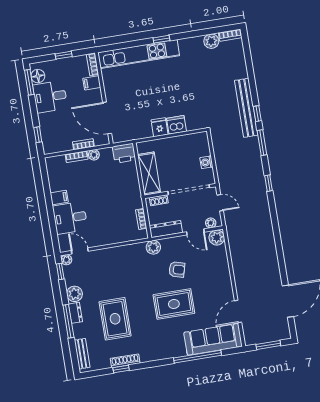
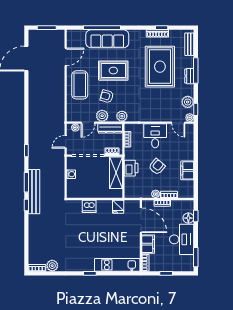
kitchen unit: (139, 54) -> (117, 265), width x0.73
floor lamp: (38, 76) -> (188, 218), moved
filing cabinet: (92, 83) -> (148, 244), width x2.00
desk: (50, 97) -> (182, 239), width x1.37
bench: (246, 108) -> (34, 192), moved
fridge: (160, 127) -> (118, 207), moved
printer: (124, 153) -> (131, 168), moved, turned 90
armchair: (98, 190) -> (157, 167), added
filing cabinet: (59, 198) -> (187, 170), width x2.00
door: (220, 203) -> (66, 142), hinge flipped
desk: (70, 218) -> (155, 136), moved, turned -90
door: (195, 232) -> (88, 123), swing flipped
plant: (217, 238) -> (102, 116), moved
coffee table: (214, 278) -> (80, 85), added
plant: (75, 294) -> (188, 102), moved
rug: (115, 319) -> (160, 67), width x1.37, depth x1.44
sofa: (213, 339) -> (107, 39), moved

